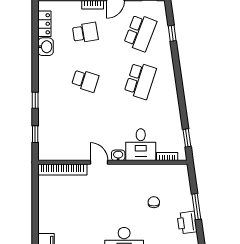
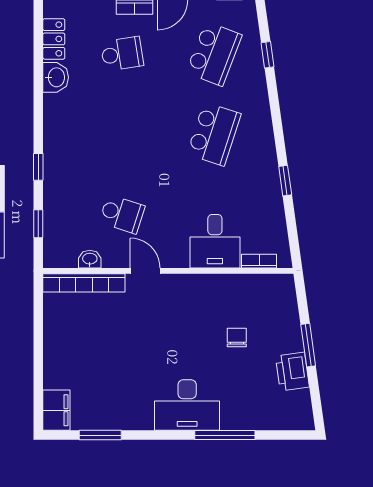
school desk: (85, 81) -> (122, 214), moved
window: (187, 138) -> (285, 181), moved
washbasin: (118, 155) -> (90, 259), moved

